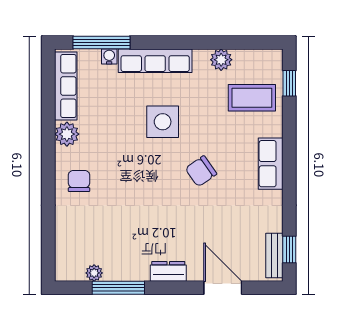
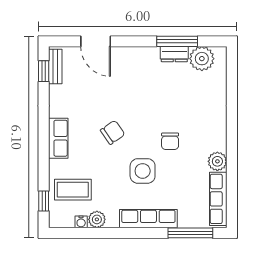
water cooler: (109, 57) -> (81, 222), moved
chair: (79, 181) -> (170, 141), moved
dresser: (168, 271) -> (174, 54), moved
plant: (94, 273) -> (202, 59), width x1.87, depth x1.87

